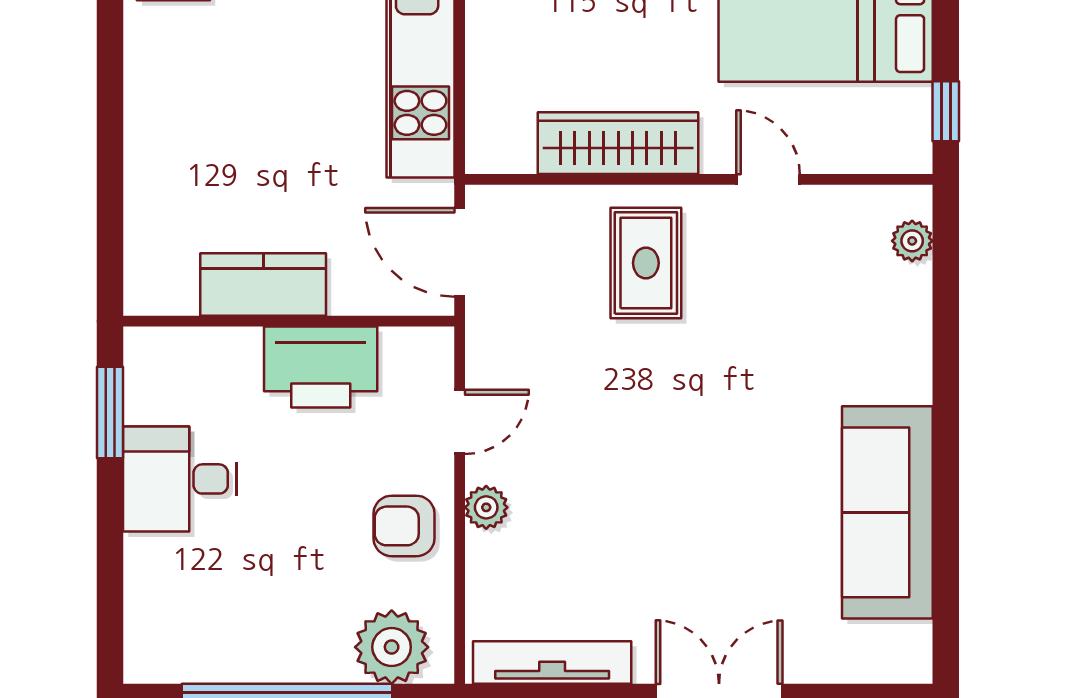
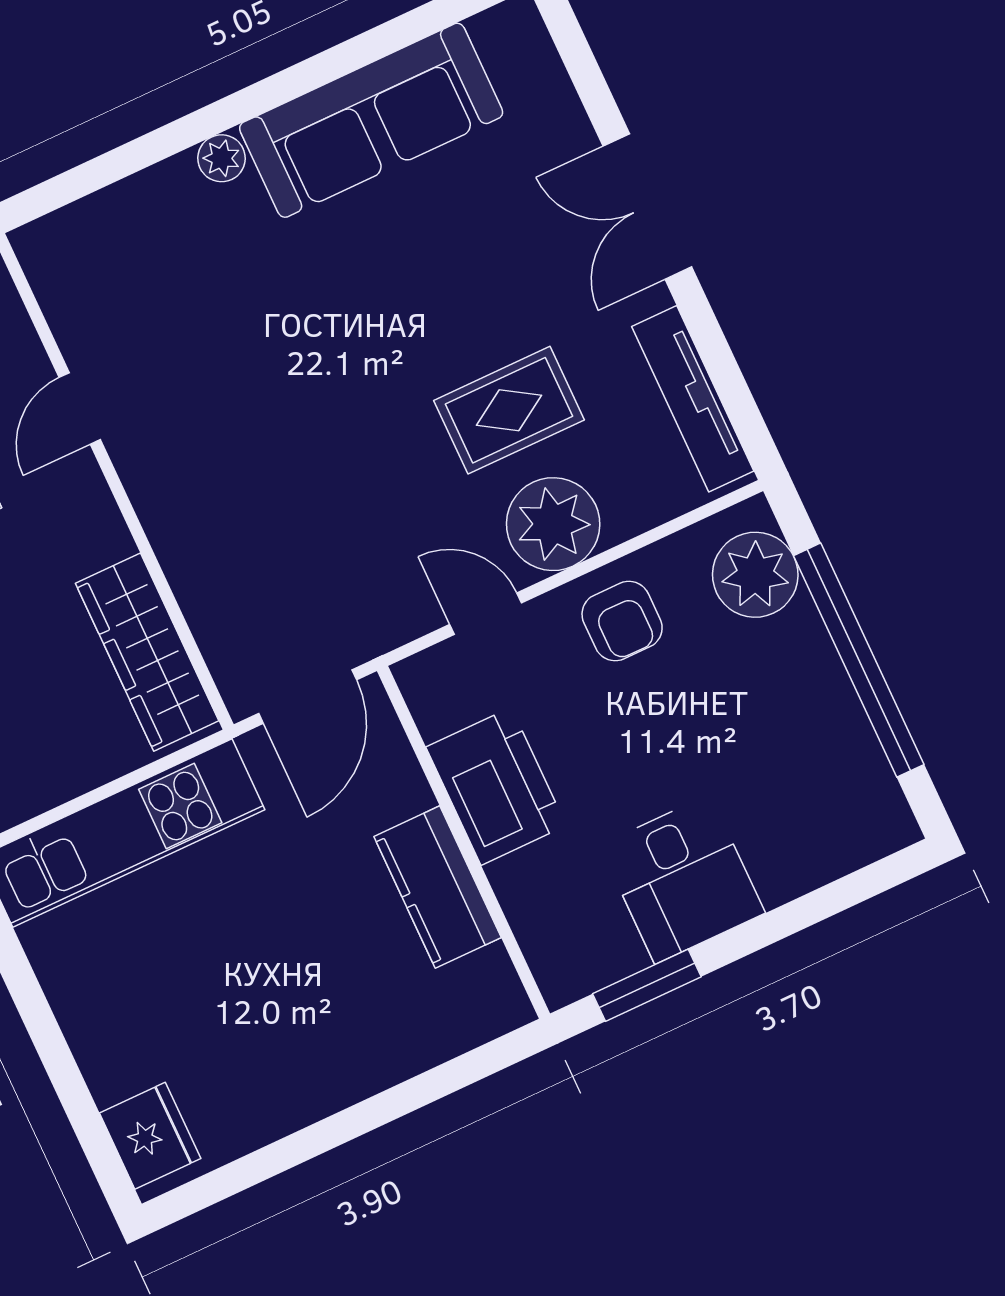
wardrobe: (618, 143) -> (147, 652), moved
plant: (912, 241) -> (222, 158), moved
rug: (646, 263) -> (509, 410), moved
plant: (486, 507) -> (553, 524), width x1.88, depth x1.88

